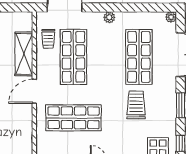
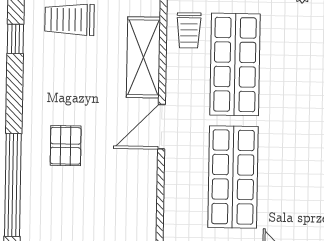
shop shelf: (73, 118) -> (233, 177), turned 90

